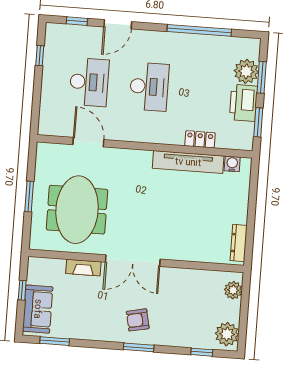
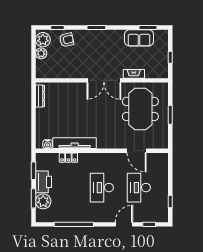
double door: (133, 261) -> (104, 80), swing flipped
plant: (233, 290) -> (41, 53), moved
sofa: (38, 309) -> (139, 38), moved, turned -90
armchair: (138, 320) -> (67, 40), moved

